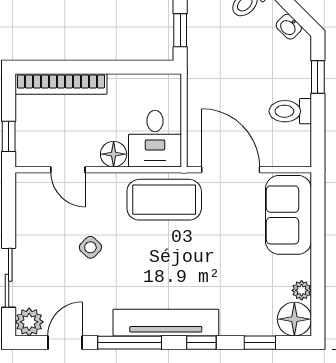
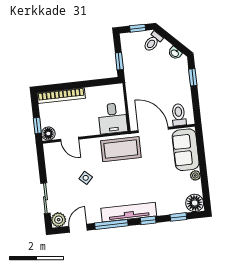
toilet: (290, 111) -> (179, 115), moved, turned 90
floor lamp: (114, 154) -> (48, 134), moved
plant: (302, 290) -> (195, 175), moved

